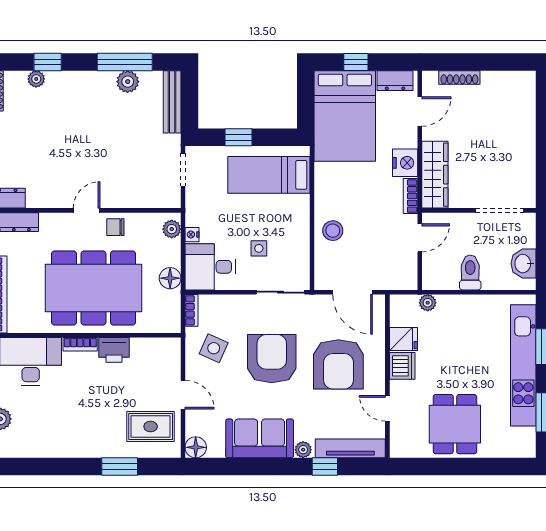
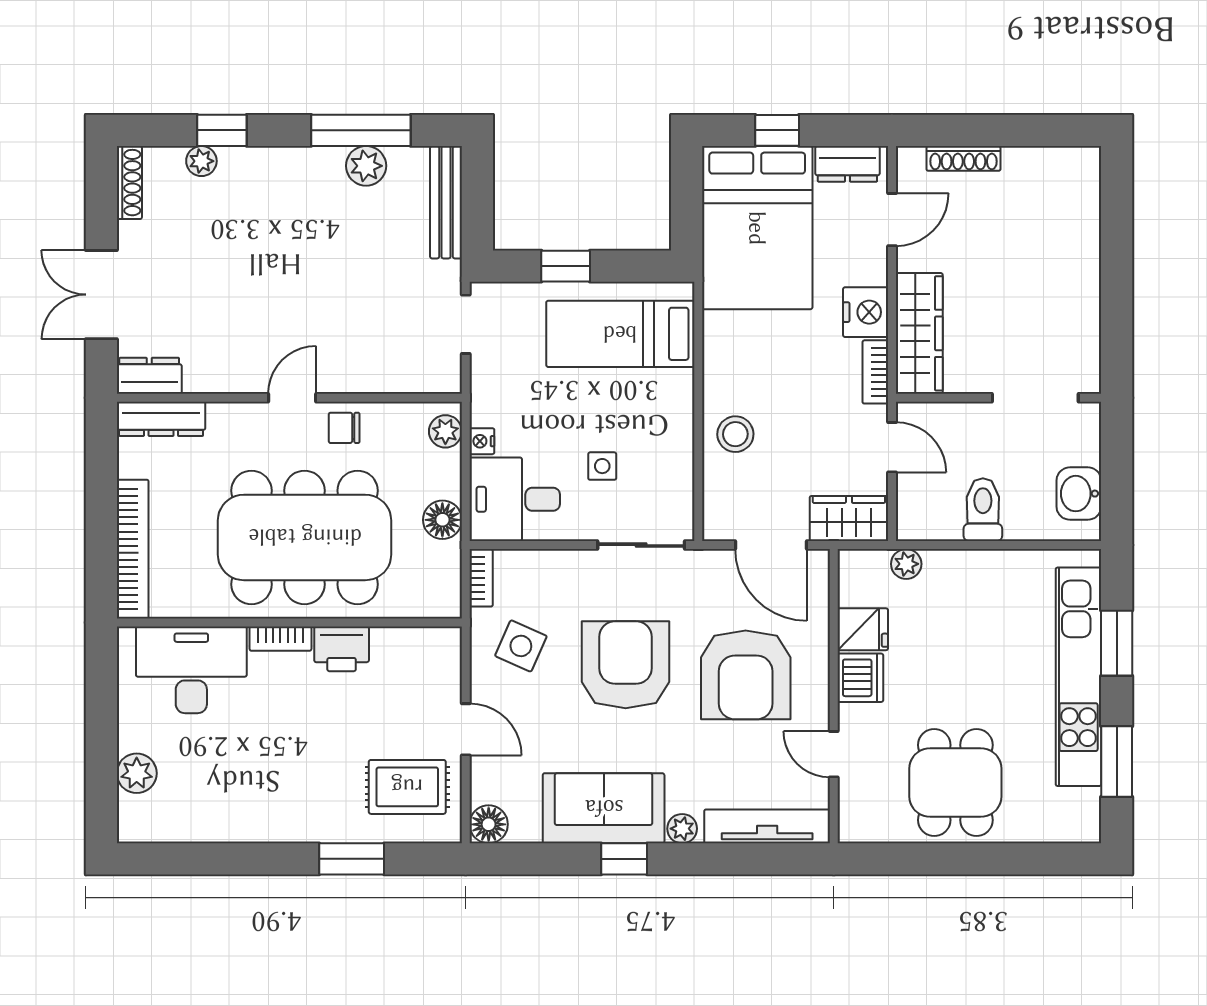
door: (420, 238) -> (892, 447), hinge flipped
wardrobe: (396, 277) -> (849, 518), added
window: (325, 466) -> (624, 859), moved

